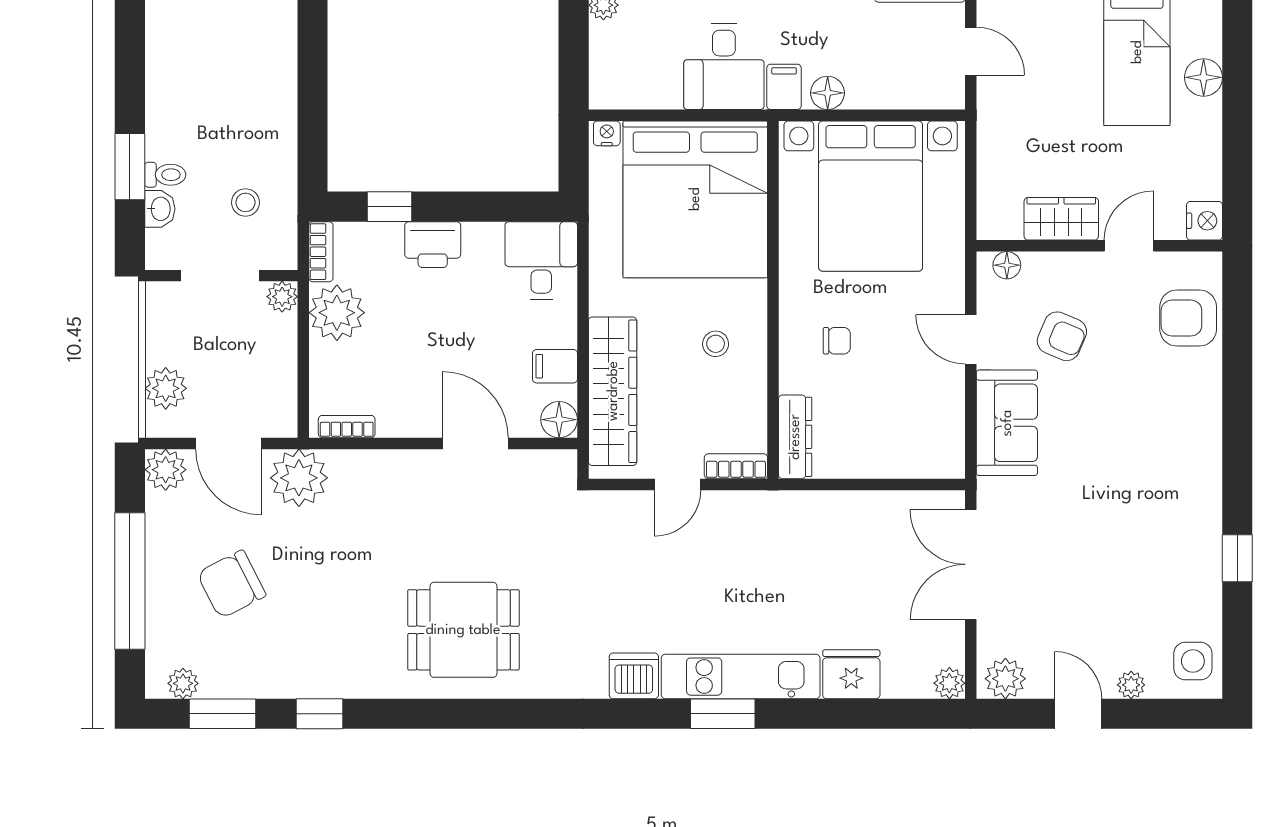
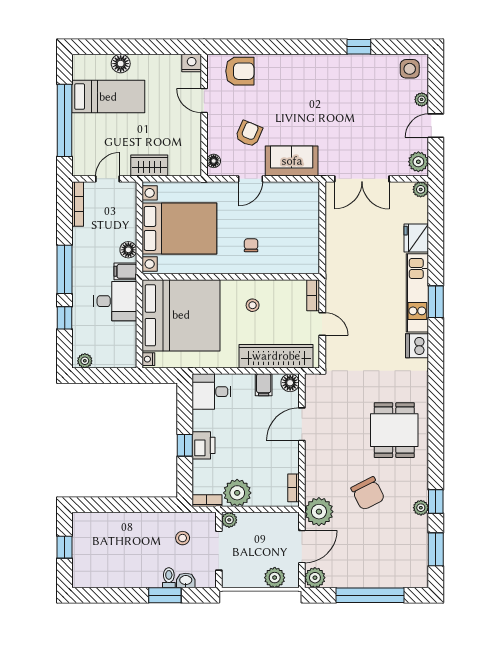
window: (390, 207) -> (185, 445), moved
wardrobe: (1061, 219) -> (149, 165), moved, turned 90
armchair: (1188, 318) -> (240, 71), turned -90
dresser: (795, 437) -> (299, 266), removed
chair: (231, 584) -> (368, 493), moved
plant: (183, 683) -> (421, 508), moved

